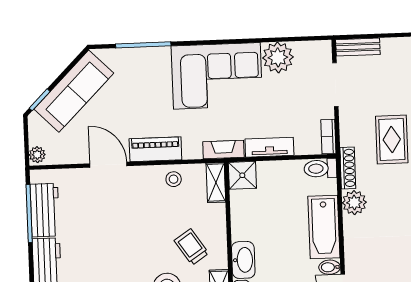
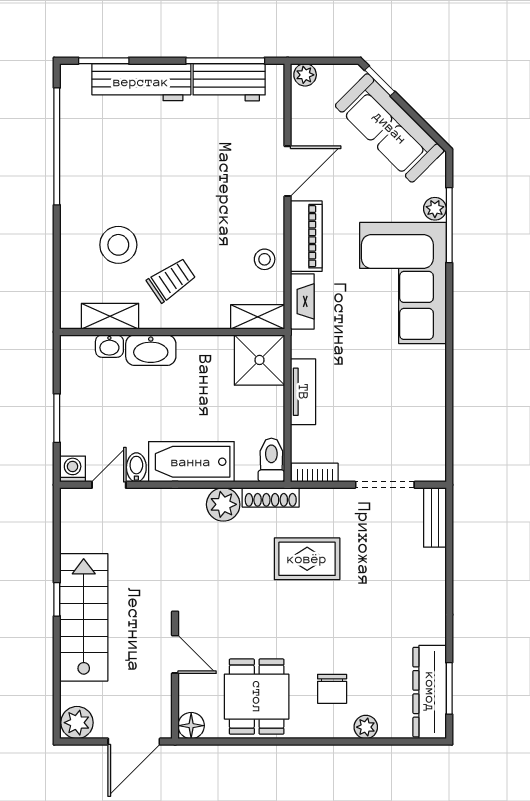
plant: (278, 57) -> (435, 209), moved, width x0.53, depth x0.53
corner sofa: (217, 76) -> (403, 283), moved
fireplace: (223, 150) -> (302, 301), moved
shower: (242, 175) -> (260, 360), width x1.36, depth x1.36

